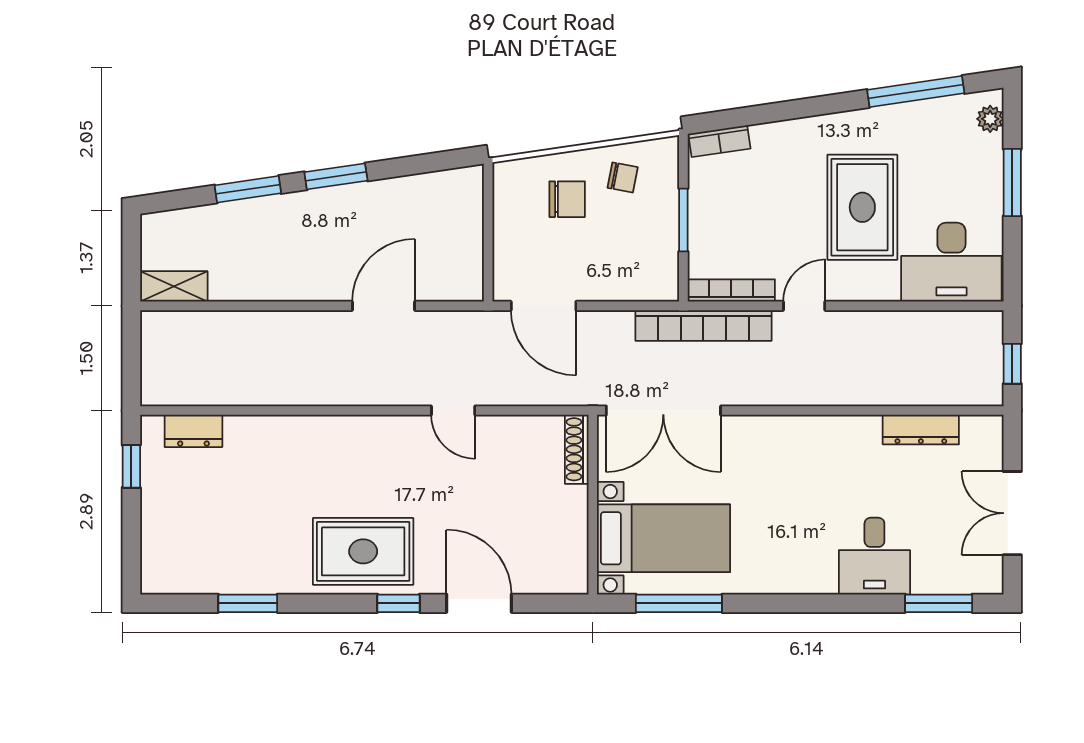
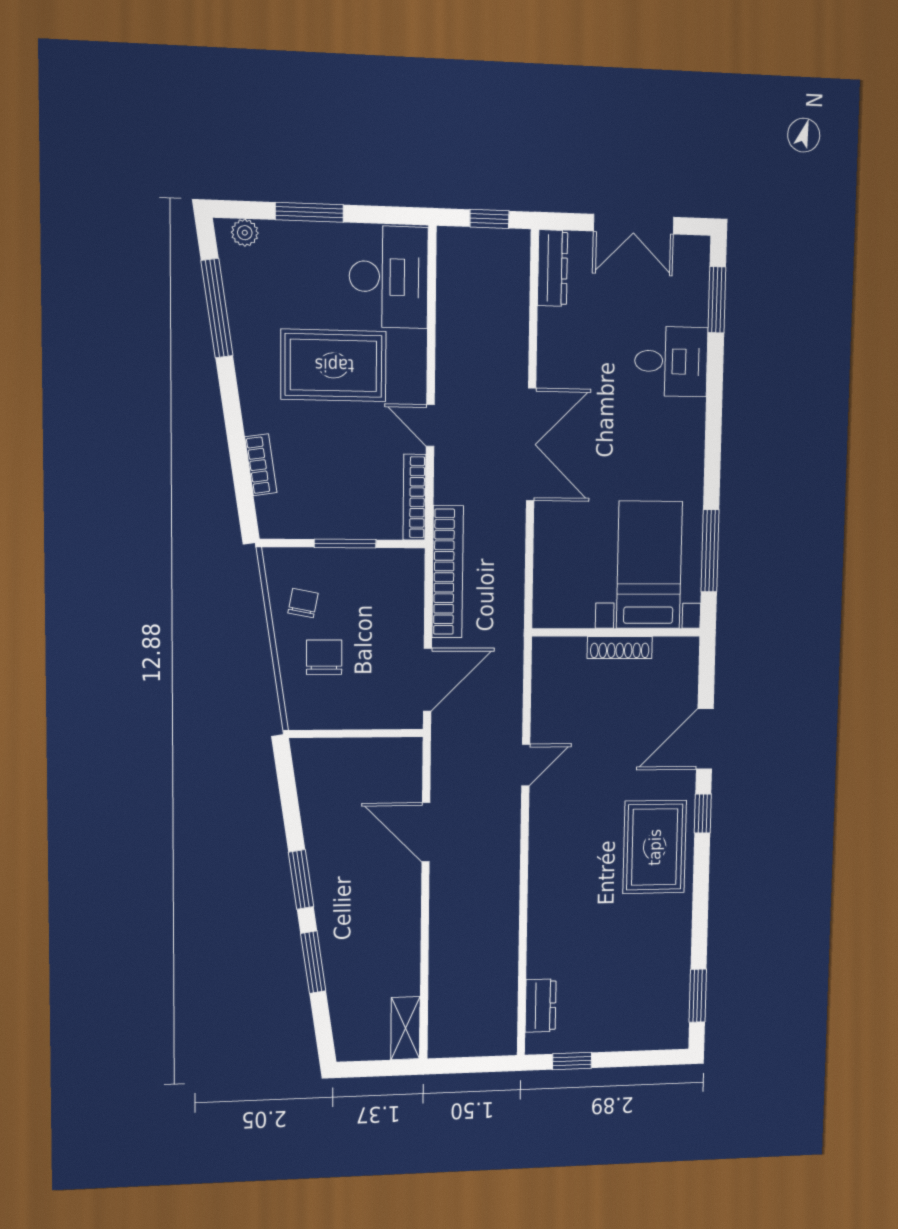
bookcase: (719, 141) -> (261, 465), moved
bookcase: (703, 325) -> (448, 572), moved
double door: (663, 410) -> (531, 444), moved
dresser: (921, 430) -> (553, 268), moved
shoe rack: (577, 449) -> (620, 648), moved
window: (248, 603) -> (698, 996), moved

